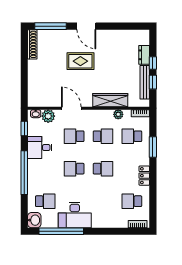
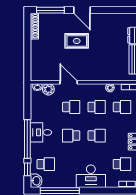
wardrobe: (110, 100) -> (103, 75), removed
window: (24, 128) -> (27, 169), moved
school desk: (74, 136) -> (71, 107), turned 180
school desk: (132, 136) -> (122, 107), turned 180
desk: (40, 148) -> (41, 132), moved
school desk: (132, 201) -> (122, 164), turned 180
desk: (75, 215) -> (91, 176), moved

